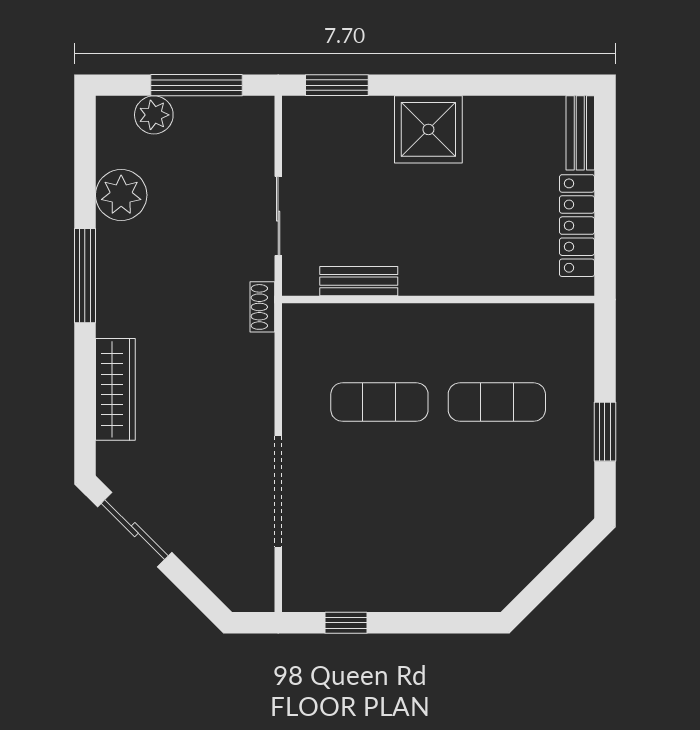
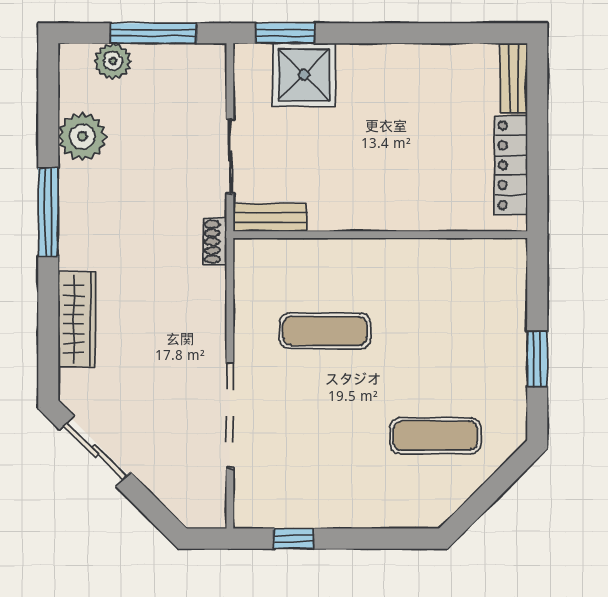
shower: (428, 129) -> (304, 75), moved
bench: (359, 281) -> (270, 217), moved
exercise mat: (497, 402) -> (435, 436), moved

